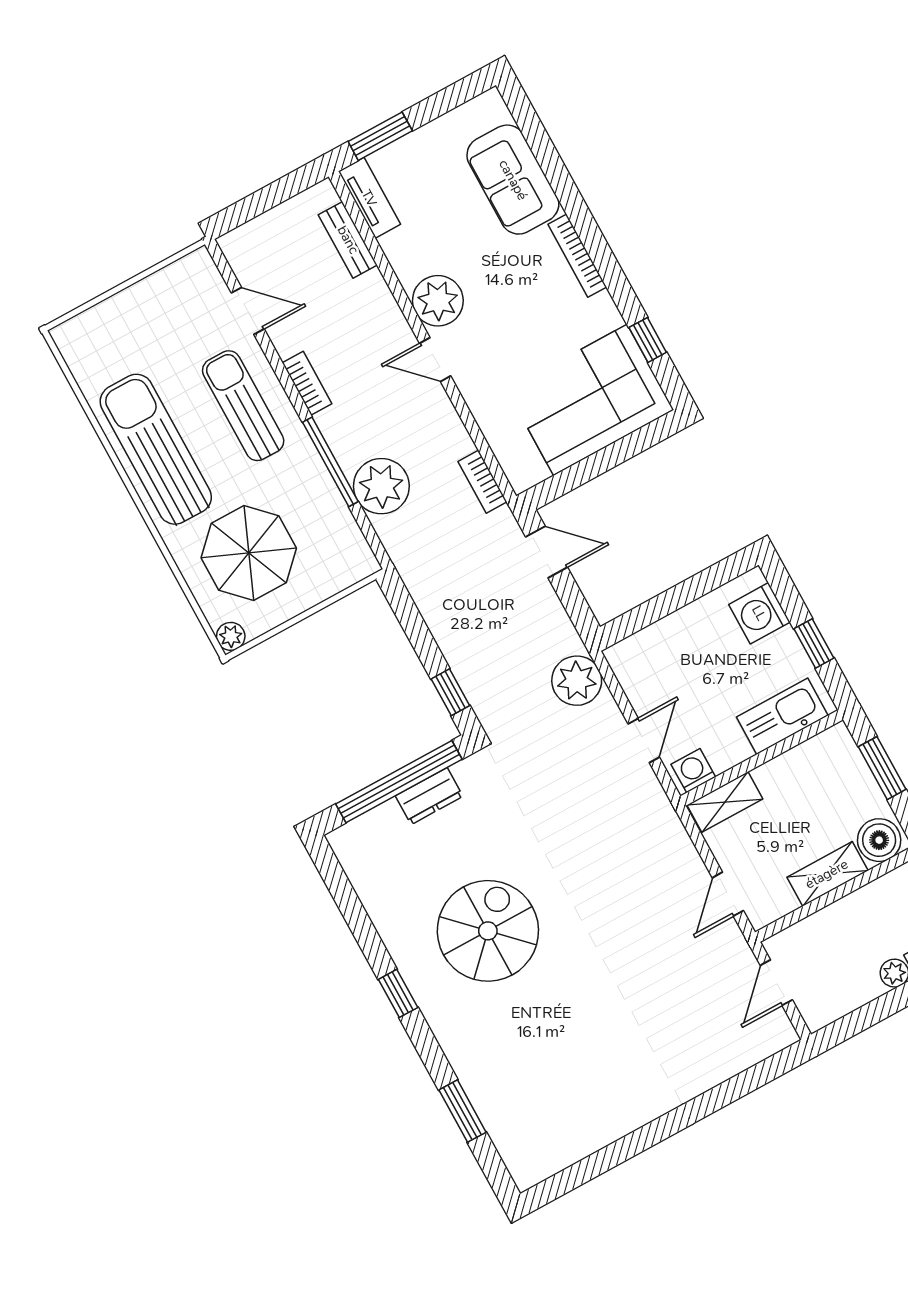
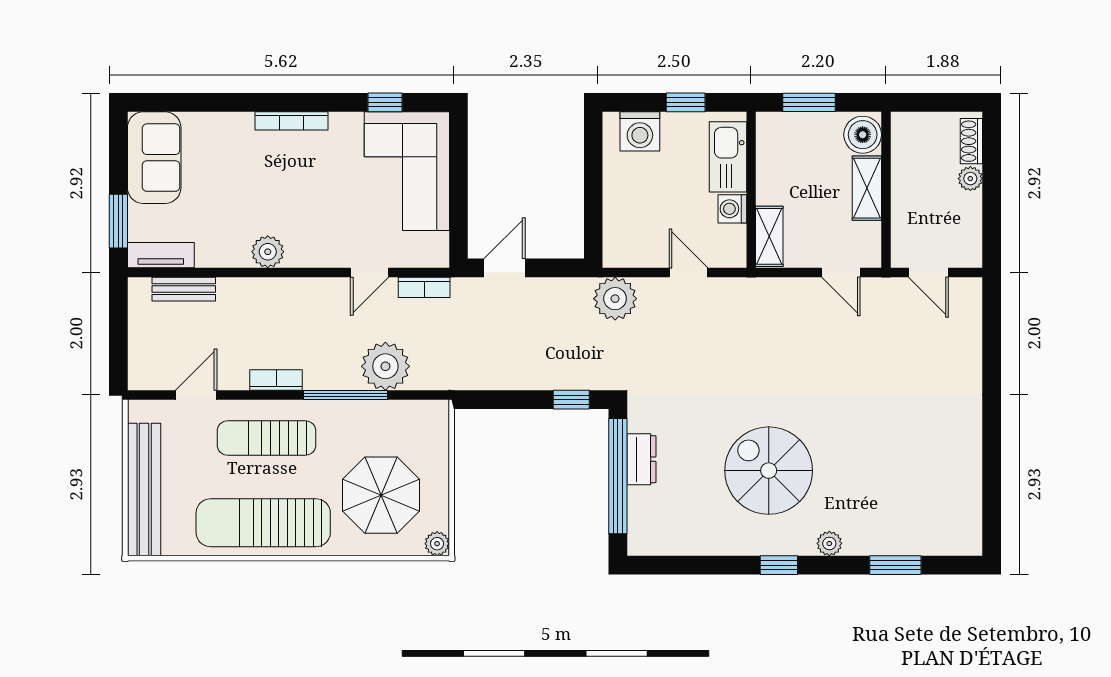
sofa: (513, 180) -> (154, 158), moved, turned -90
plant: (438, 301) -> (268, 252), width x0.73, depth x0.73
bench: (123, 311) -> (144, 490), added
door: (435, 360) -> (370, 272), moved
washing machine: (693, 771) -> (732, 209), moved
plant: (448, 1033) -> (829, 543), added

